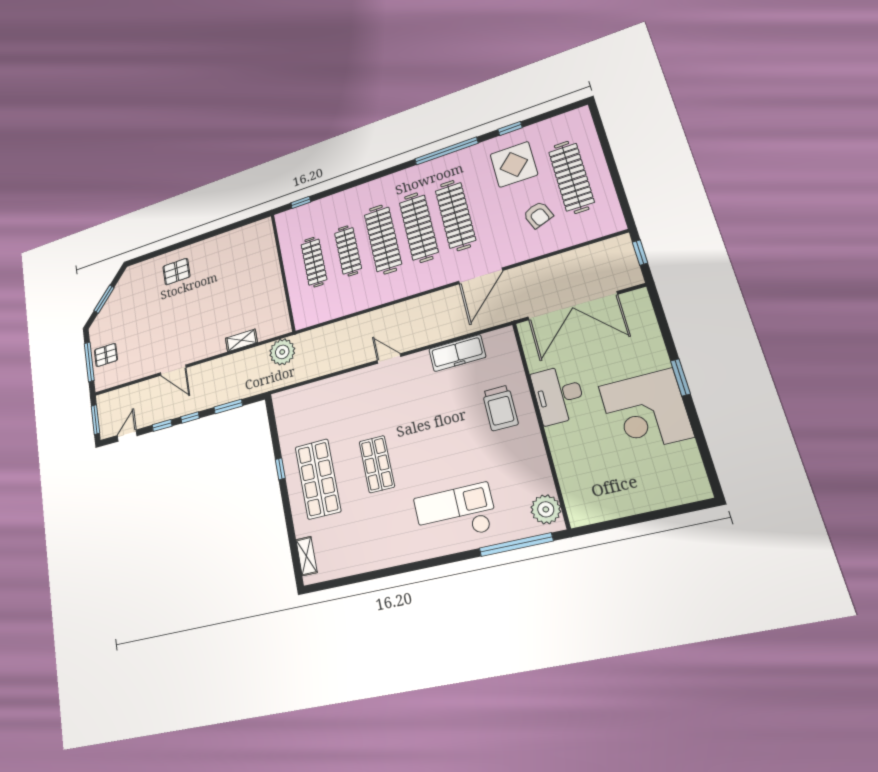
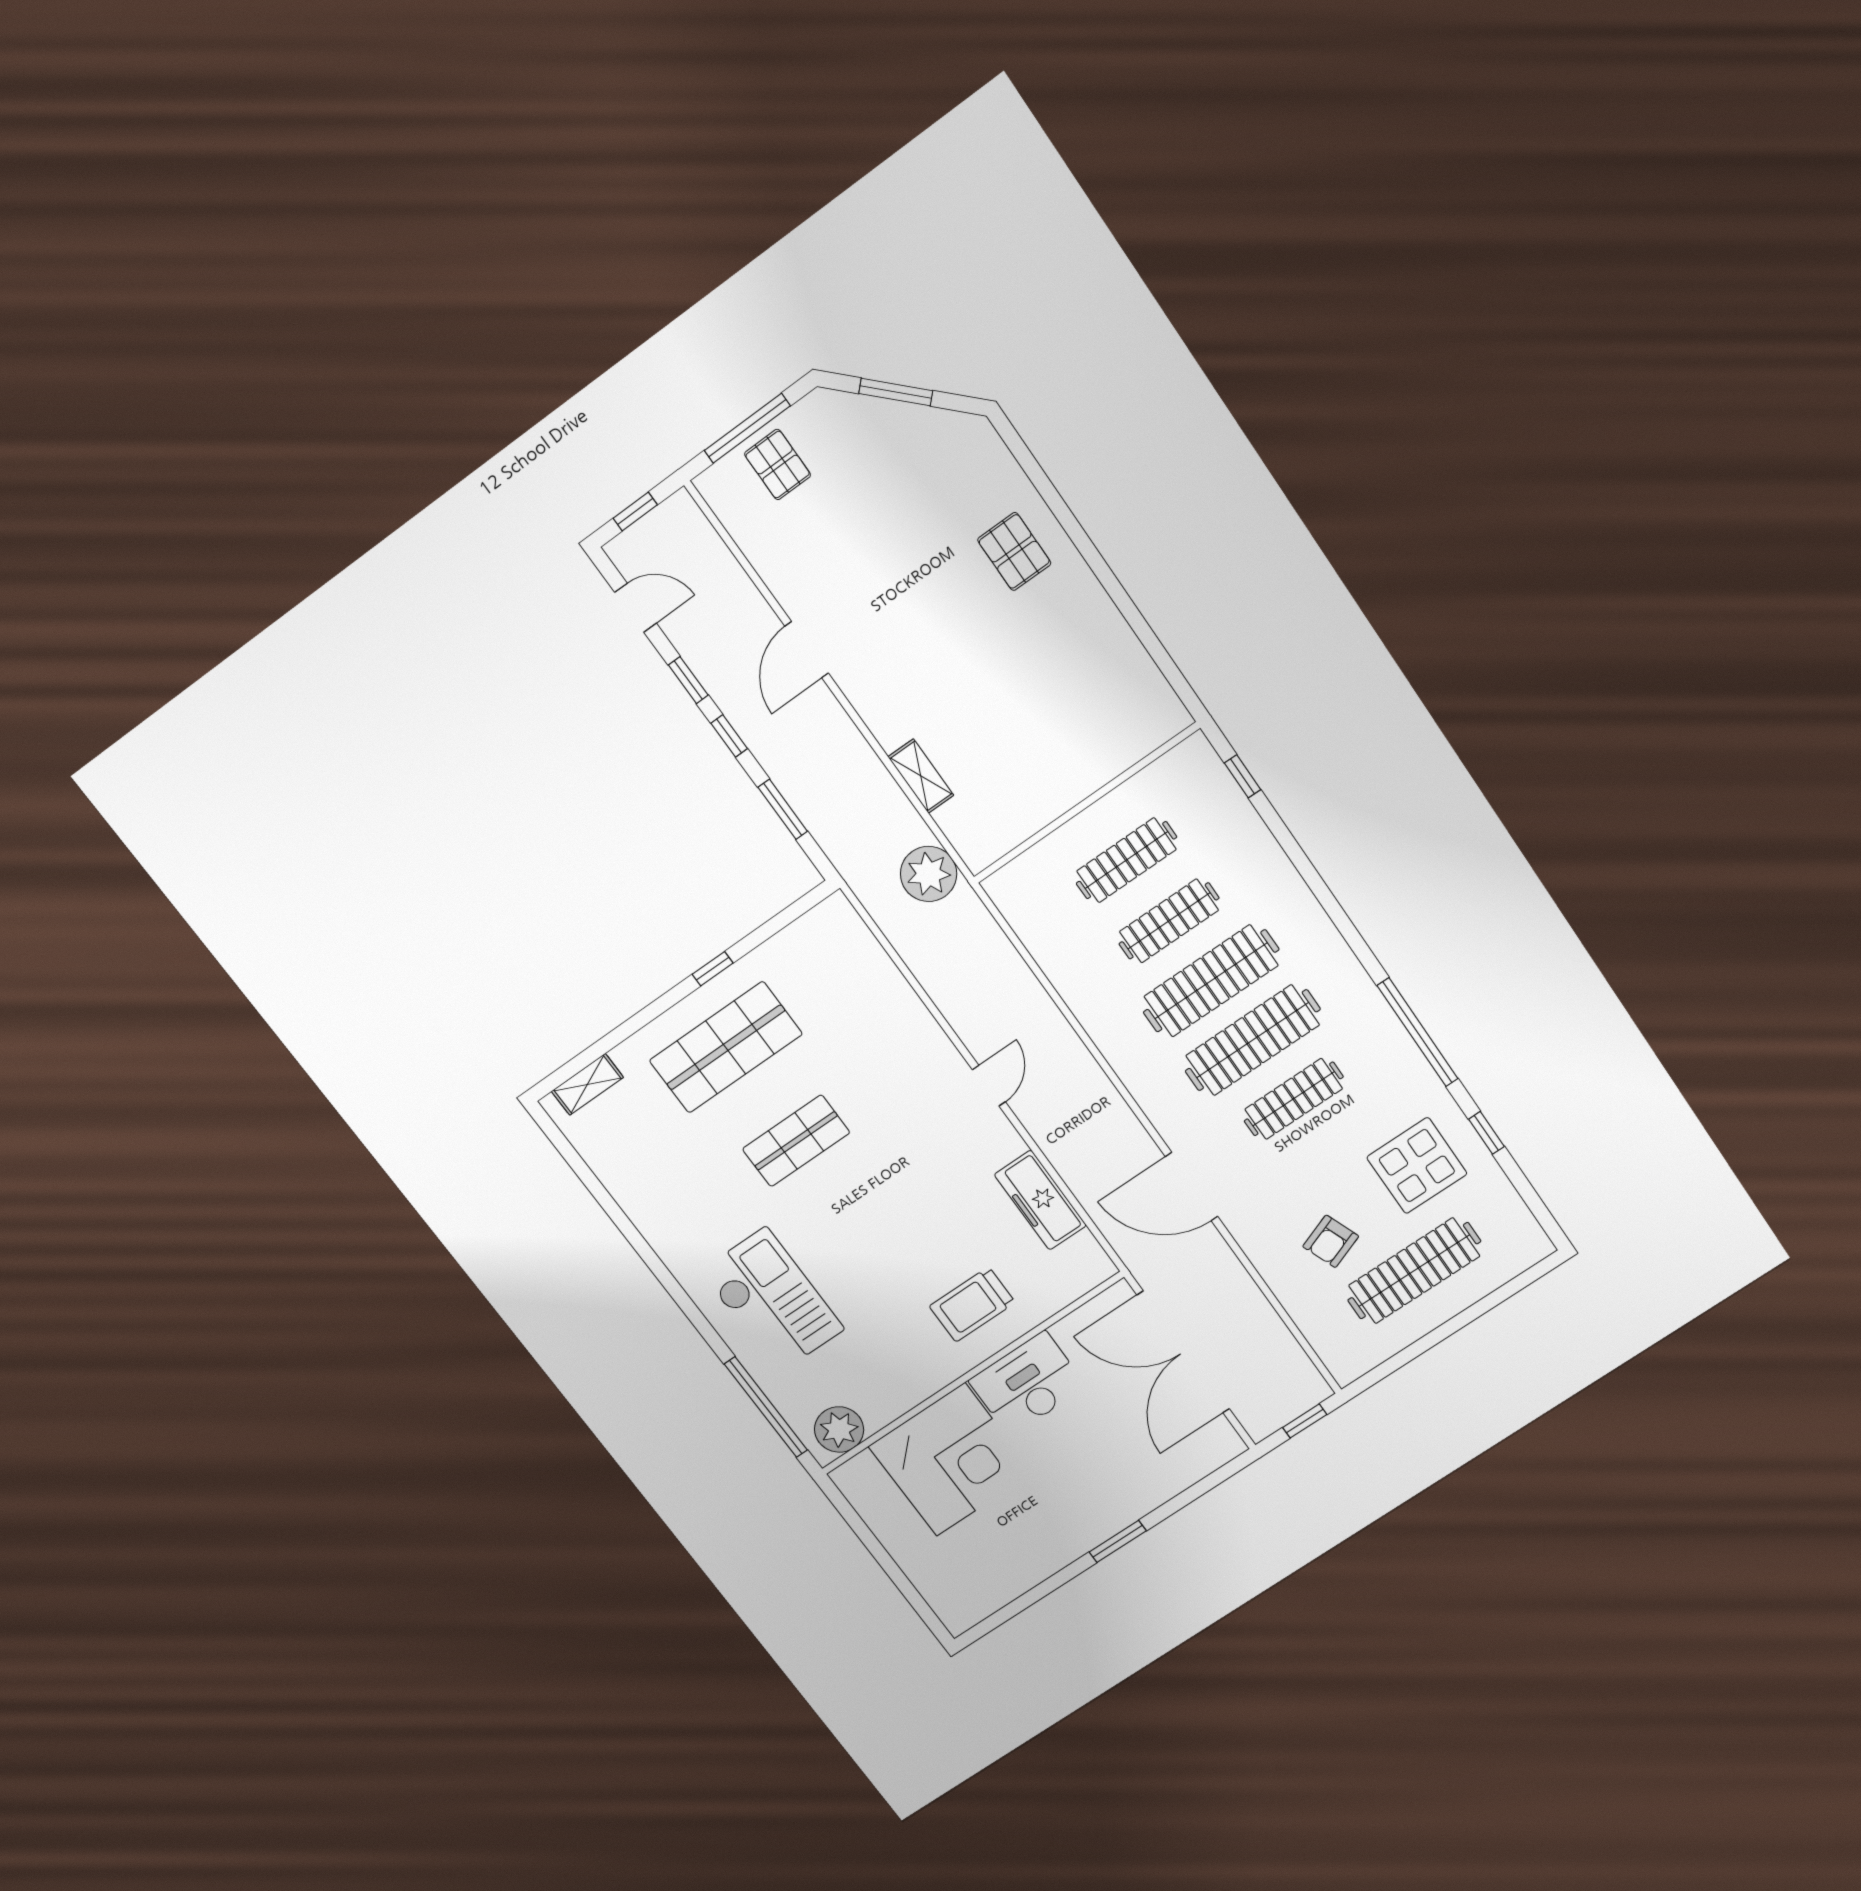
clothes rail: (455, 215) -> (1294, 1099), width x0.73, depth x0.76
corner desk: (646, 411) -> (951, 1460), moved, turned 180
window: (95, 420) -> (635, 512), width x0.67

